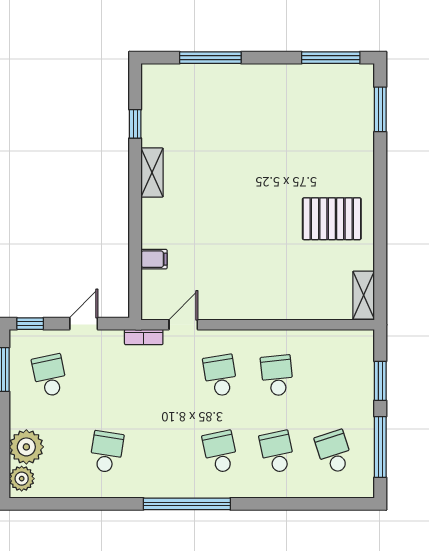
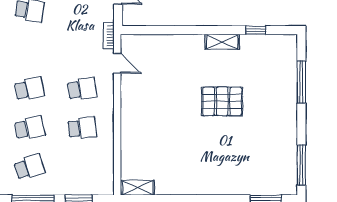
pallet: (332, 219) -> (222, 101), moved, turned 90
filing cabinet: (154, 259) -> (162, 43), removed

